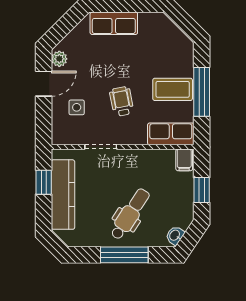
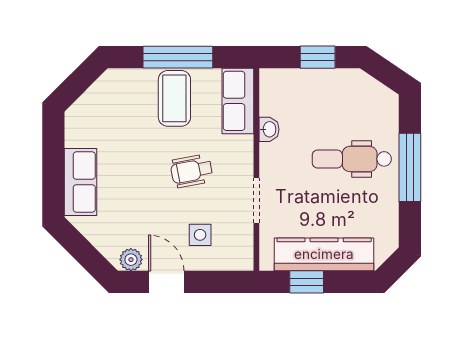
filing cabinet: (184, 160) -> (275, 82), removed
dental chair: (130, 214) -> (352, 159), turned -33
washbasin: (175, 235) -> (269, 129), moved, turned -124

